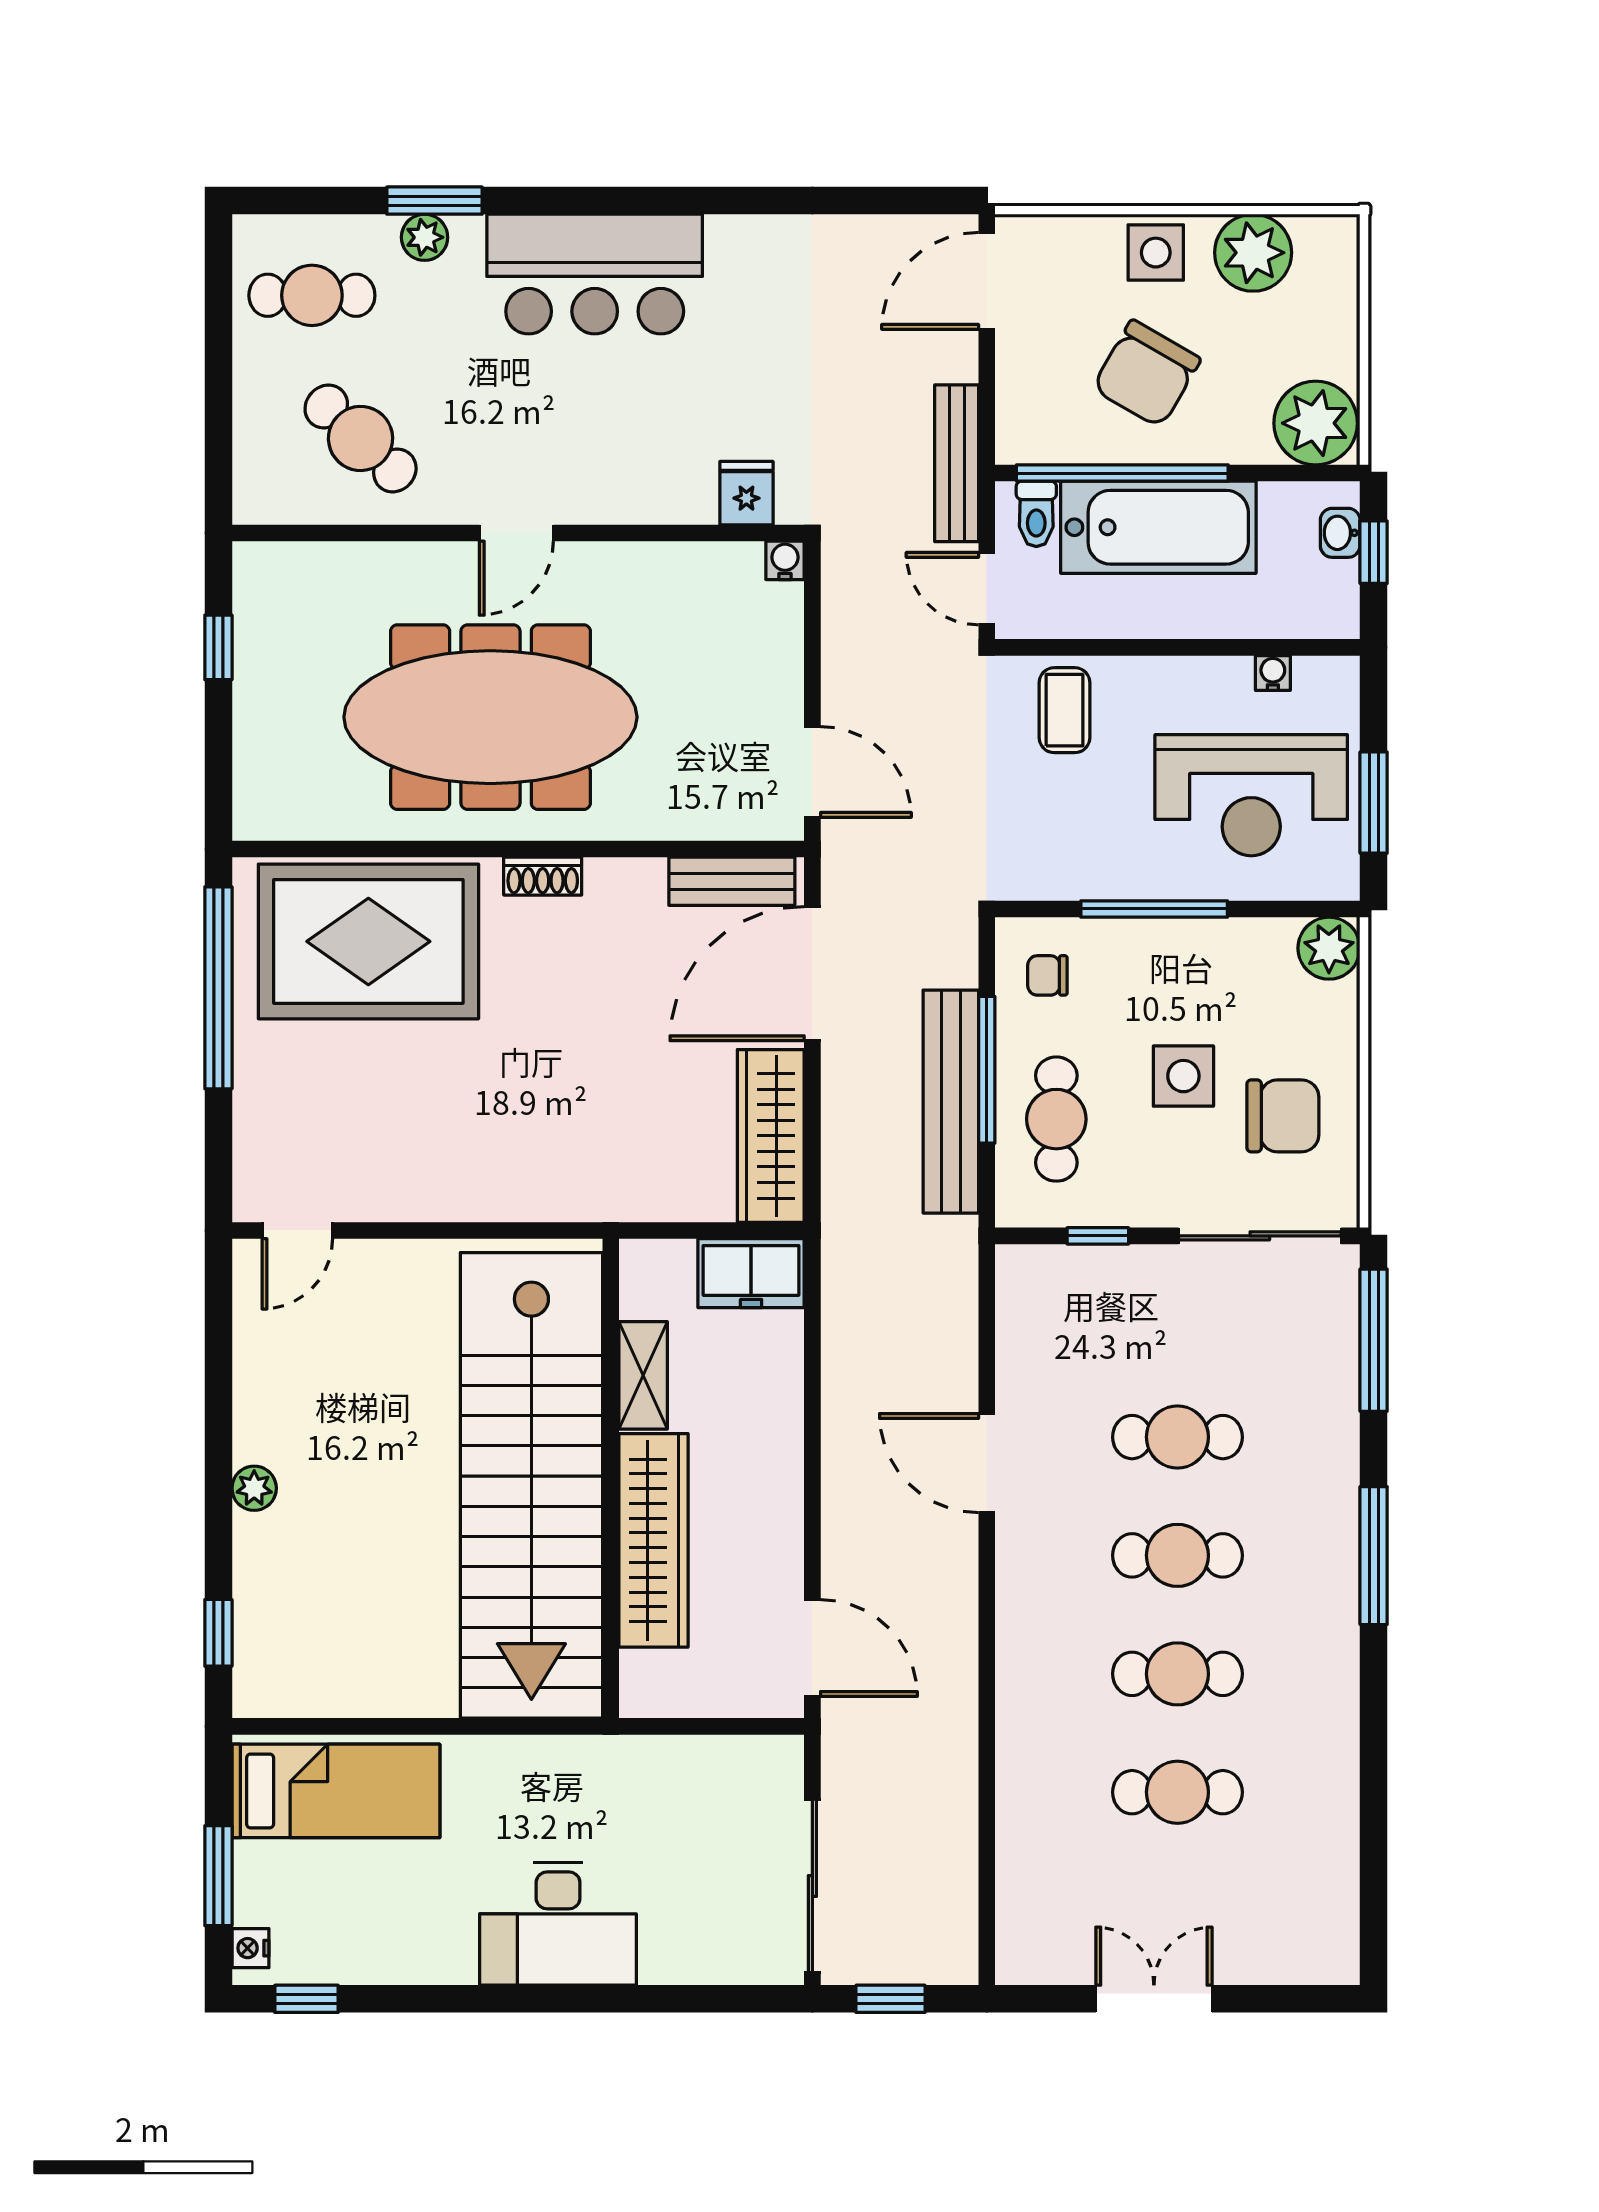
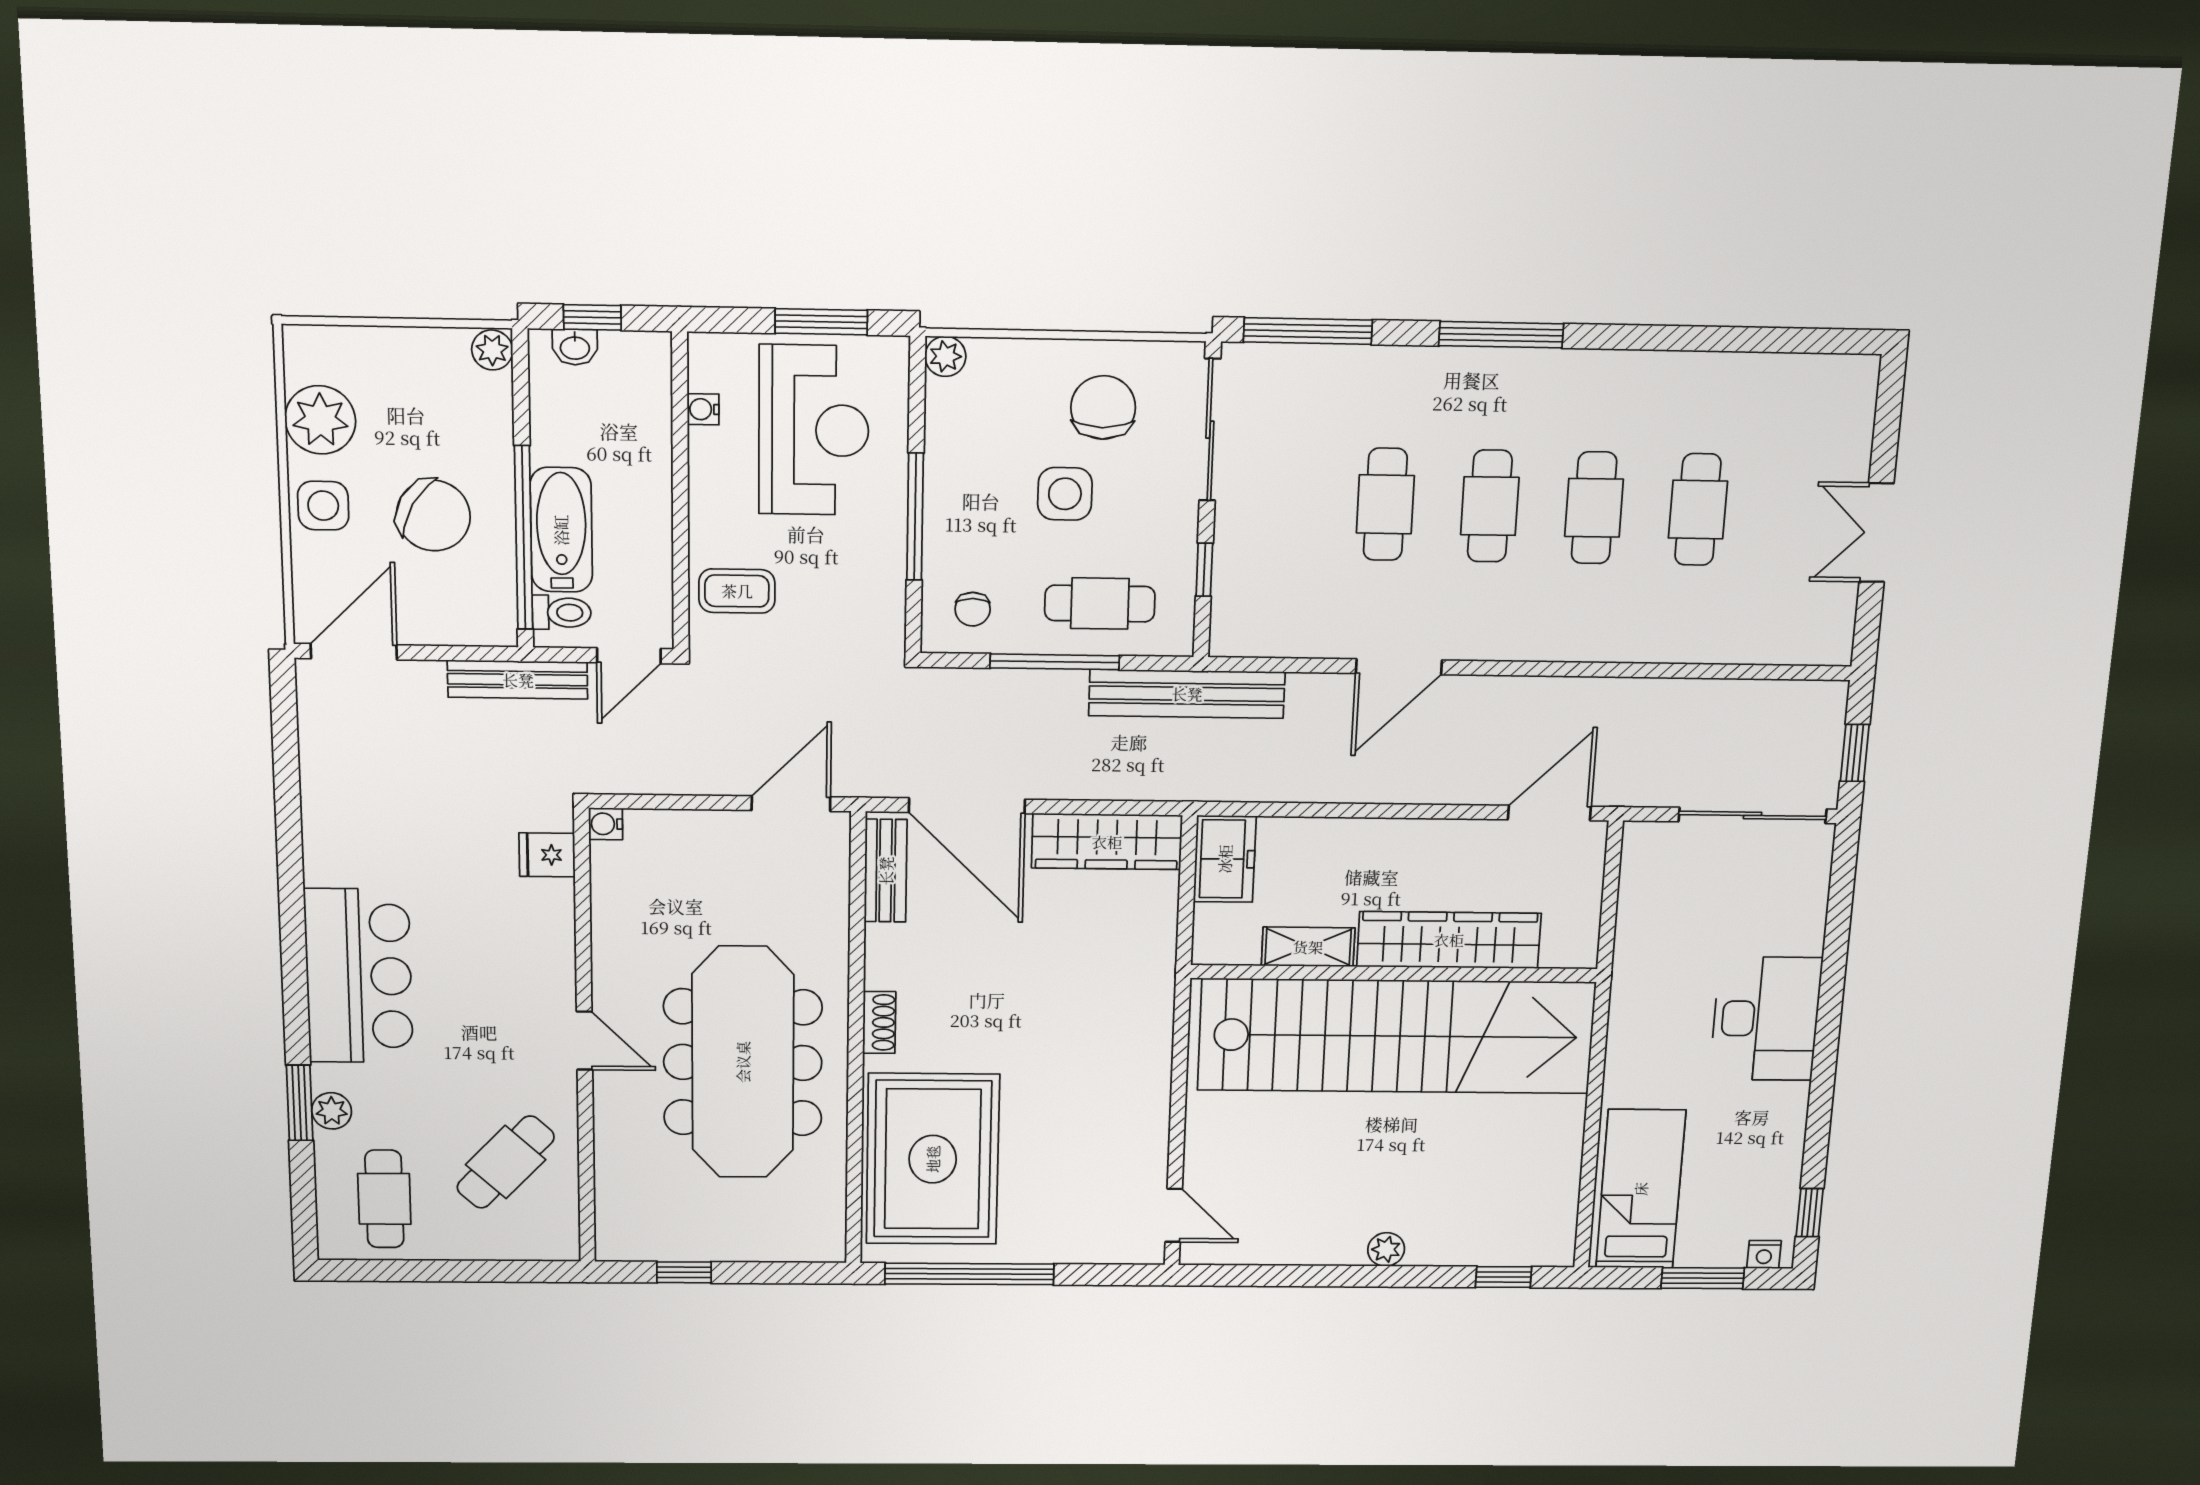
door: (987, 281) -> (354, 652), swing flipped
plant: (1316, 423) -> (492, 350), width x0.53, depth x0.53
bathtub: (1158, 527) -> (561, 530), width x0.73, depth x0.73
plant: (1329, 948) -> (945, 356), width x0.73, depth x0.73
bench: (951, 1102) -> (1187, 694), moved

